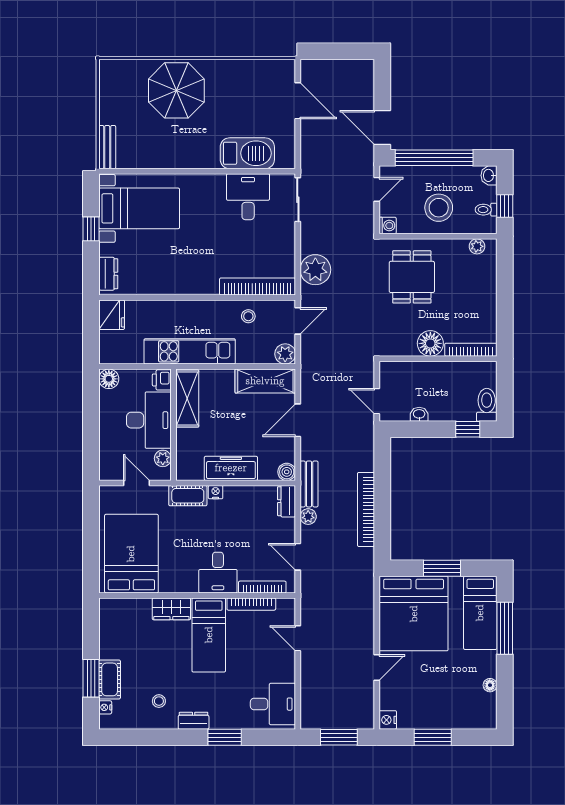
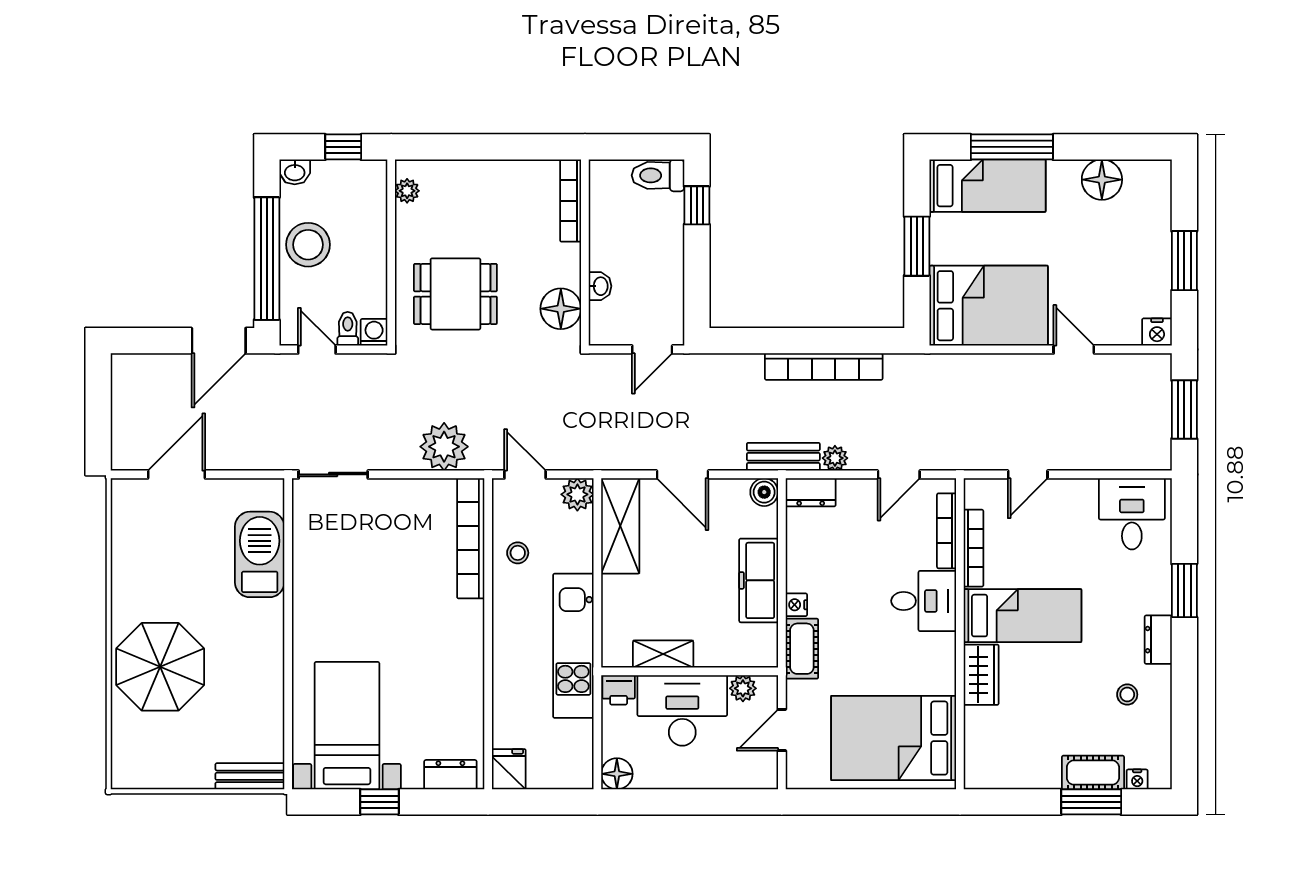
desk: (248, 197) -> (328, 553), removed
stool: (439, 208) -> (308, 245), moved
toilet: (486, 210) -> (348, 329), moved, turned 180
fridge: (112, 315) -> (509, 769), width x0.72
floor lamp: (430, 343) -> (561, 309), moved
shelving: (187, 399) -> (663, 654), width x0.67, depth x0.75
washbasin: (419, 414) -> (600, 286), moved, turned 180
bed: (414, 614) -> (989, 306), width x0.73
floor lamp: (490, 685) -> (1102, 180), width x1.89, depth x1.89

